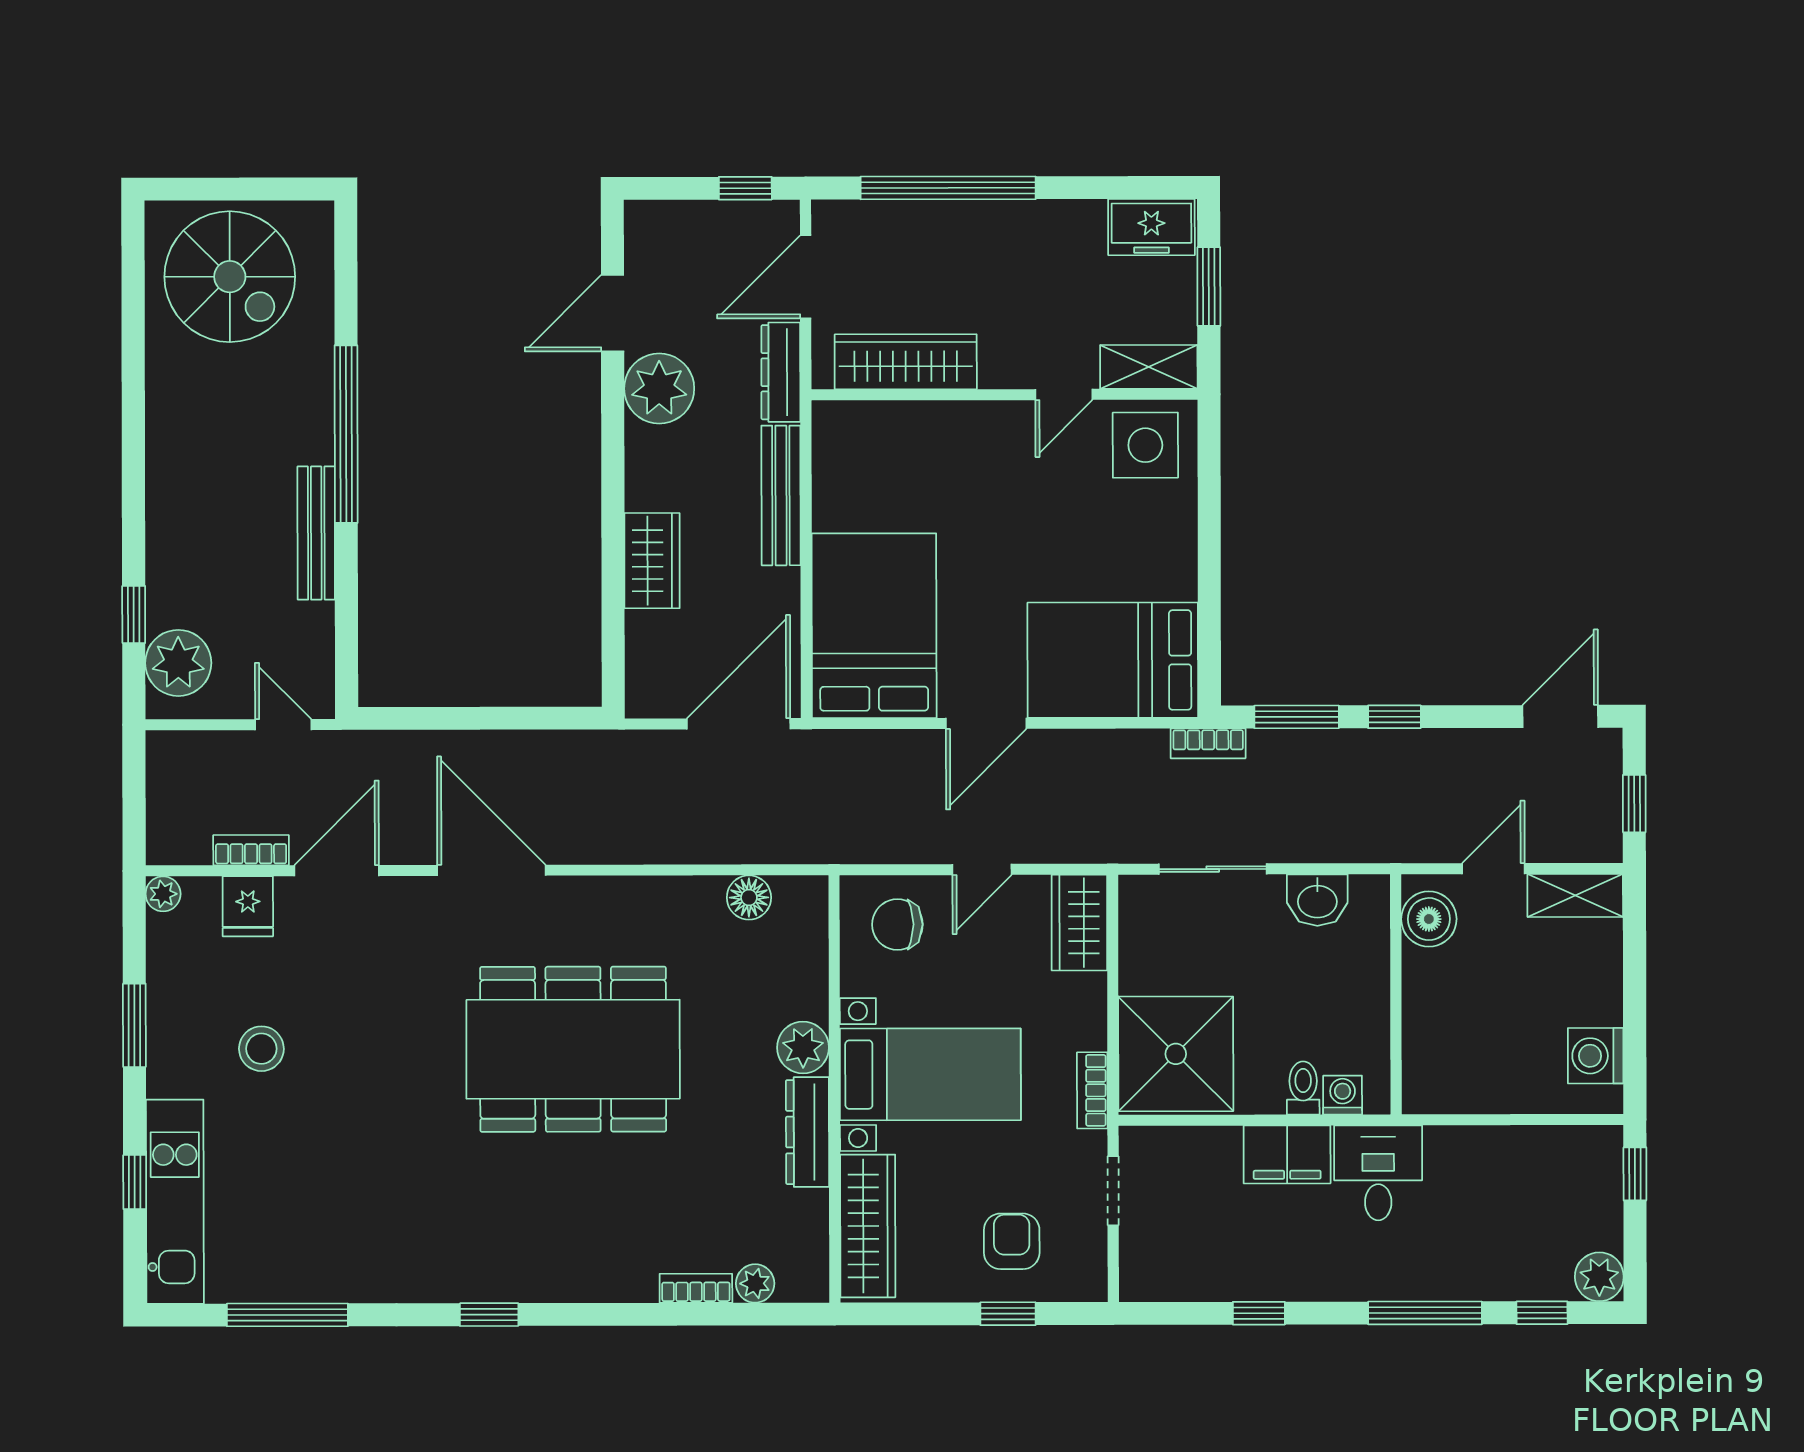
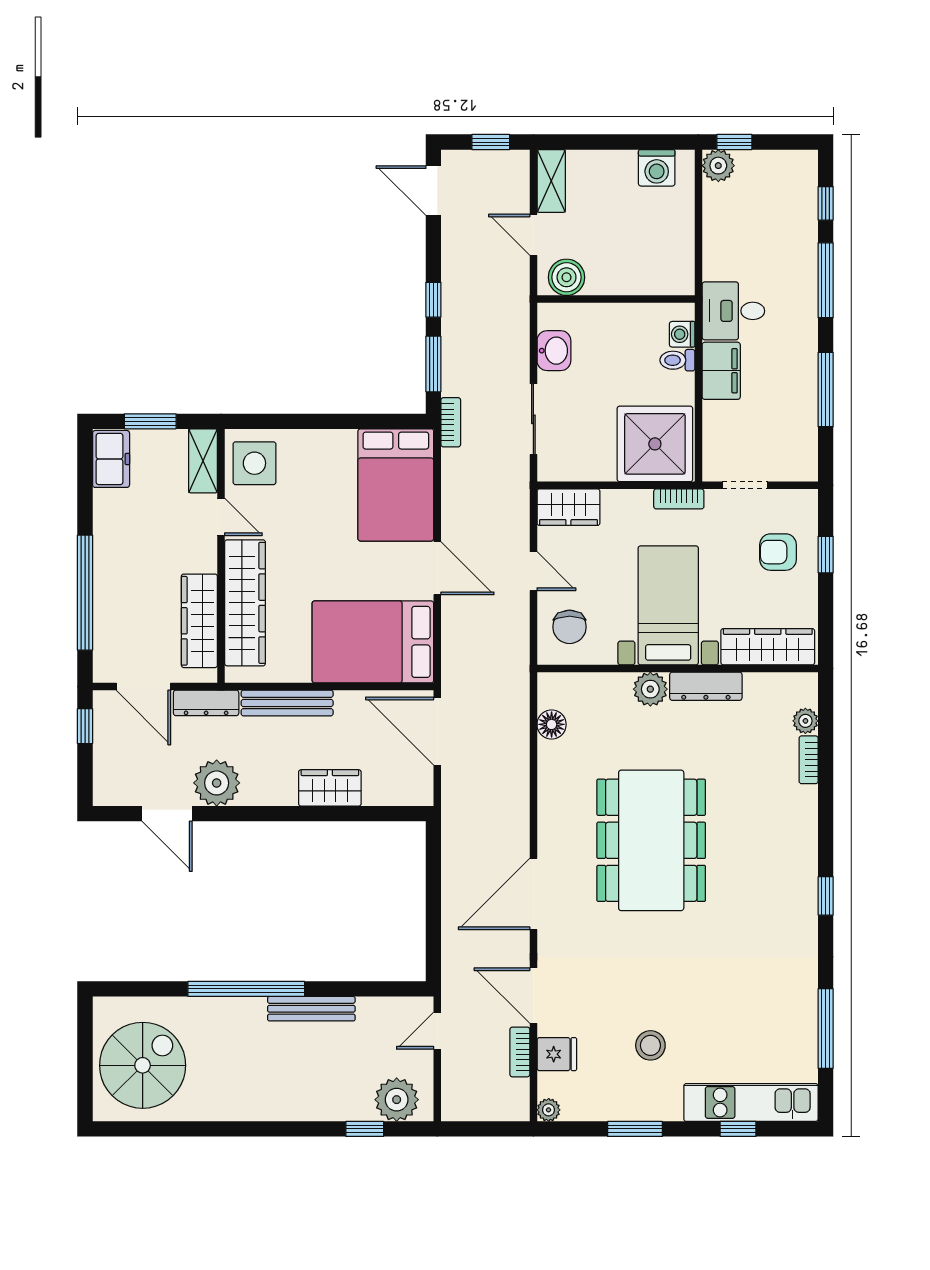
wardrobe: (933, 431) -> (245, 603), added
plant: (1599, 1277) -> (718, 166), moved
window: (1259, 1313) -> (826, 390), width x2.17

